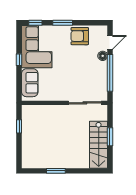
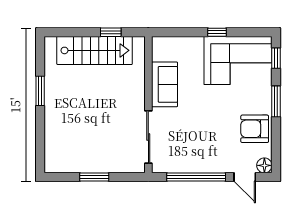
armchair: (80, 36) -> (255, 129), turned -90
floor lamp: (103, 56) -> (264, 165), moved
sofa: (30, 83) -> (164, 84), moved, turned -90
stairs: (99, 145) -> (95, 50), moved, turned 180

